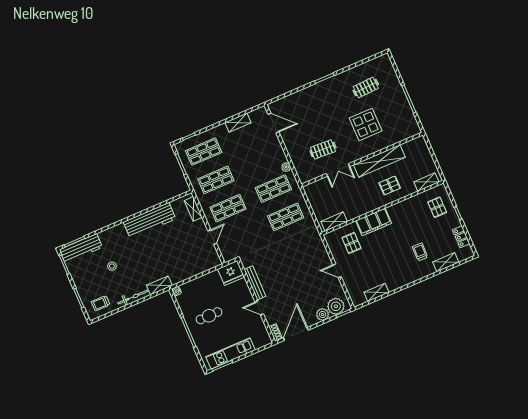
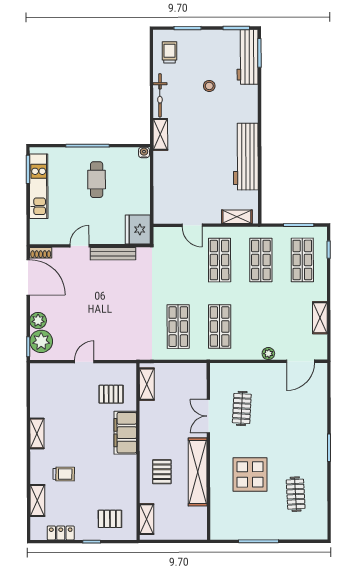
plant: (286, 167) -> (268, 354), moved
shelving: (376, 292) -> (37, 433), moved

